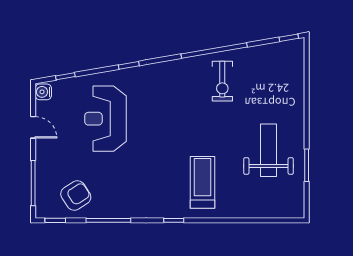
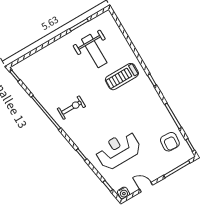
exercise bike: (222, 81) -> (71, 108), moved
reception desk: (105, 119) -> (118, 150), turned 180
door: (33, 127) -> (146, 187), hinge flipped
weight bench: (268, 150) -> (94, 51), moved, turned -90
armchair: (76, 196) -> (170, 142), turned -143

